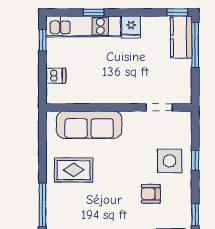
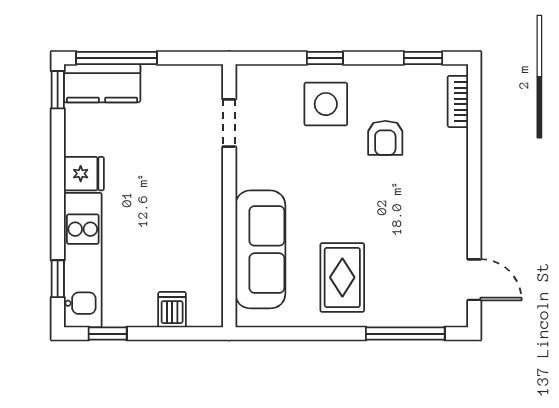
window: (94, 12) -> (58, 279), moved

